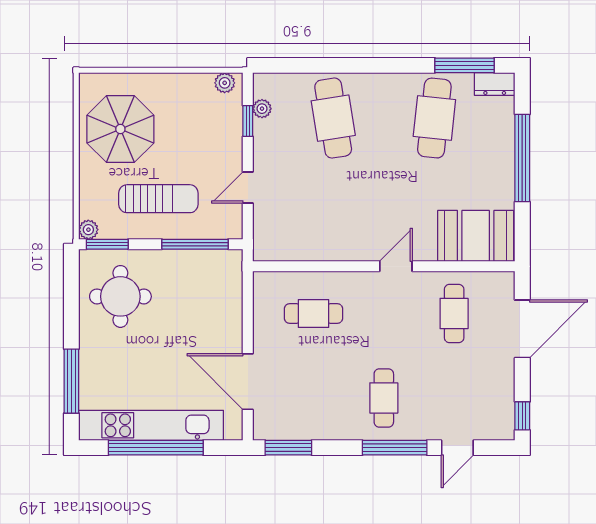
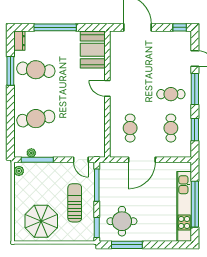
window: (464, 65) -> (10, 71), moved
window: (248, 121) -> (37, 160), width x2.17
door: (248, 187) -> (81, 160), moved
plant: (88, 230) -> (90, 237), removed
cafe table: (454, 314) -> (171, 128), moved, turned 90
window: (71, 381) -> (127, 245), moved
door: (248, 382) -> (142, 160), moved
window: (288, 448) -> (195, 130), moved

